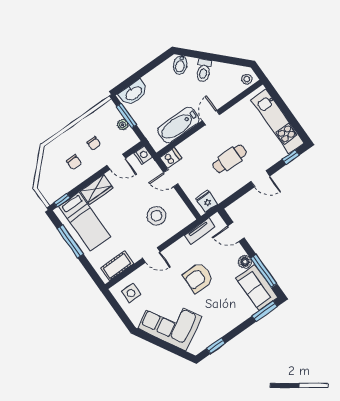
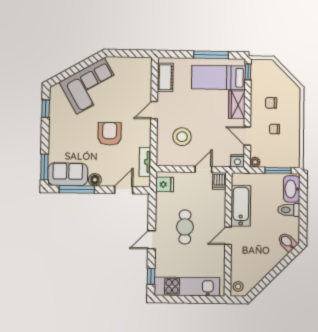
toilet: (204, 71) -> (289, 210), moved, turned -45
door: (211, 118) -> (228, 236), swing flipped
plant: (123, 125) -> (255, 162), moved
door: (116, 162) -> (247, 136), hinge flipped
side table: (131, 293) -> (136, 73), removed

